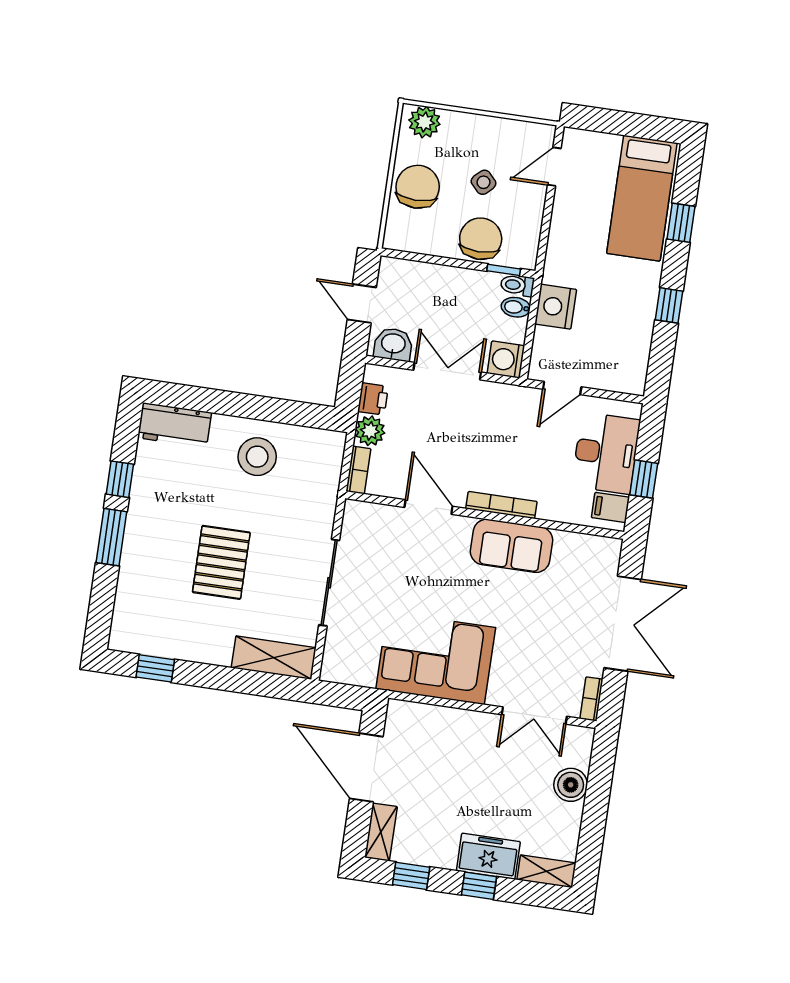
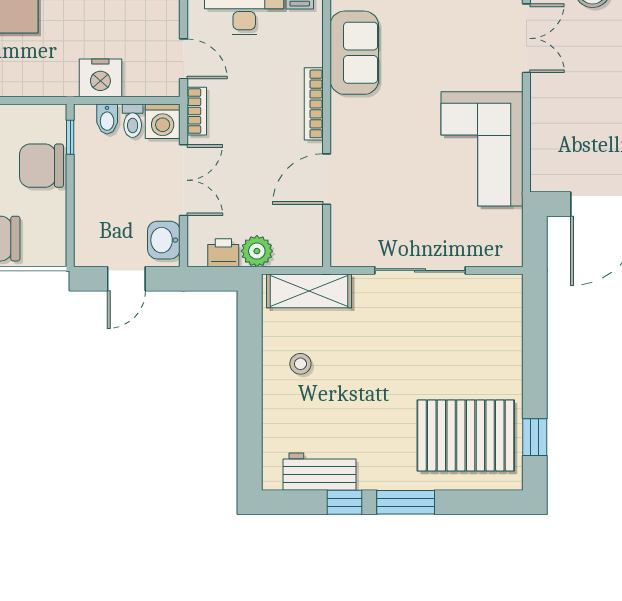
toilet: (517, 285) -> (133, 121), moved
double door: (447, 371) -> (183, 180), swing flipped
workbench: (174, 425) -> (320, 472), moved, turned -90
stool: (257, 457) -> (300, 364), width x0.53, depth x0.53
bookcase: (358, 470) -> (197, 111), moved, turned 90
sofa: (511, 546) -> (354, 53), moved
pallet: (221, 562) -> (466, 435), moved, width x1.37, depth x1.41
shelving: (274, 658) -> (309, 291), moved, turned 90

